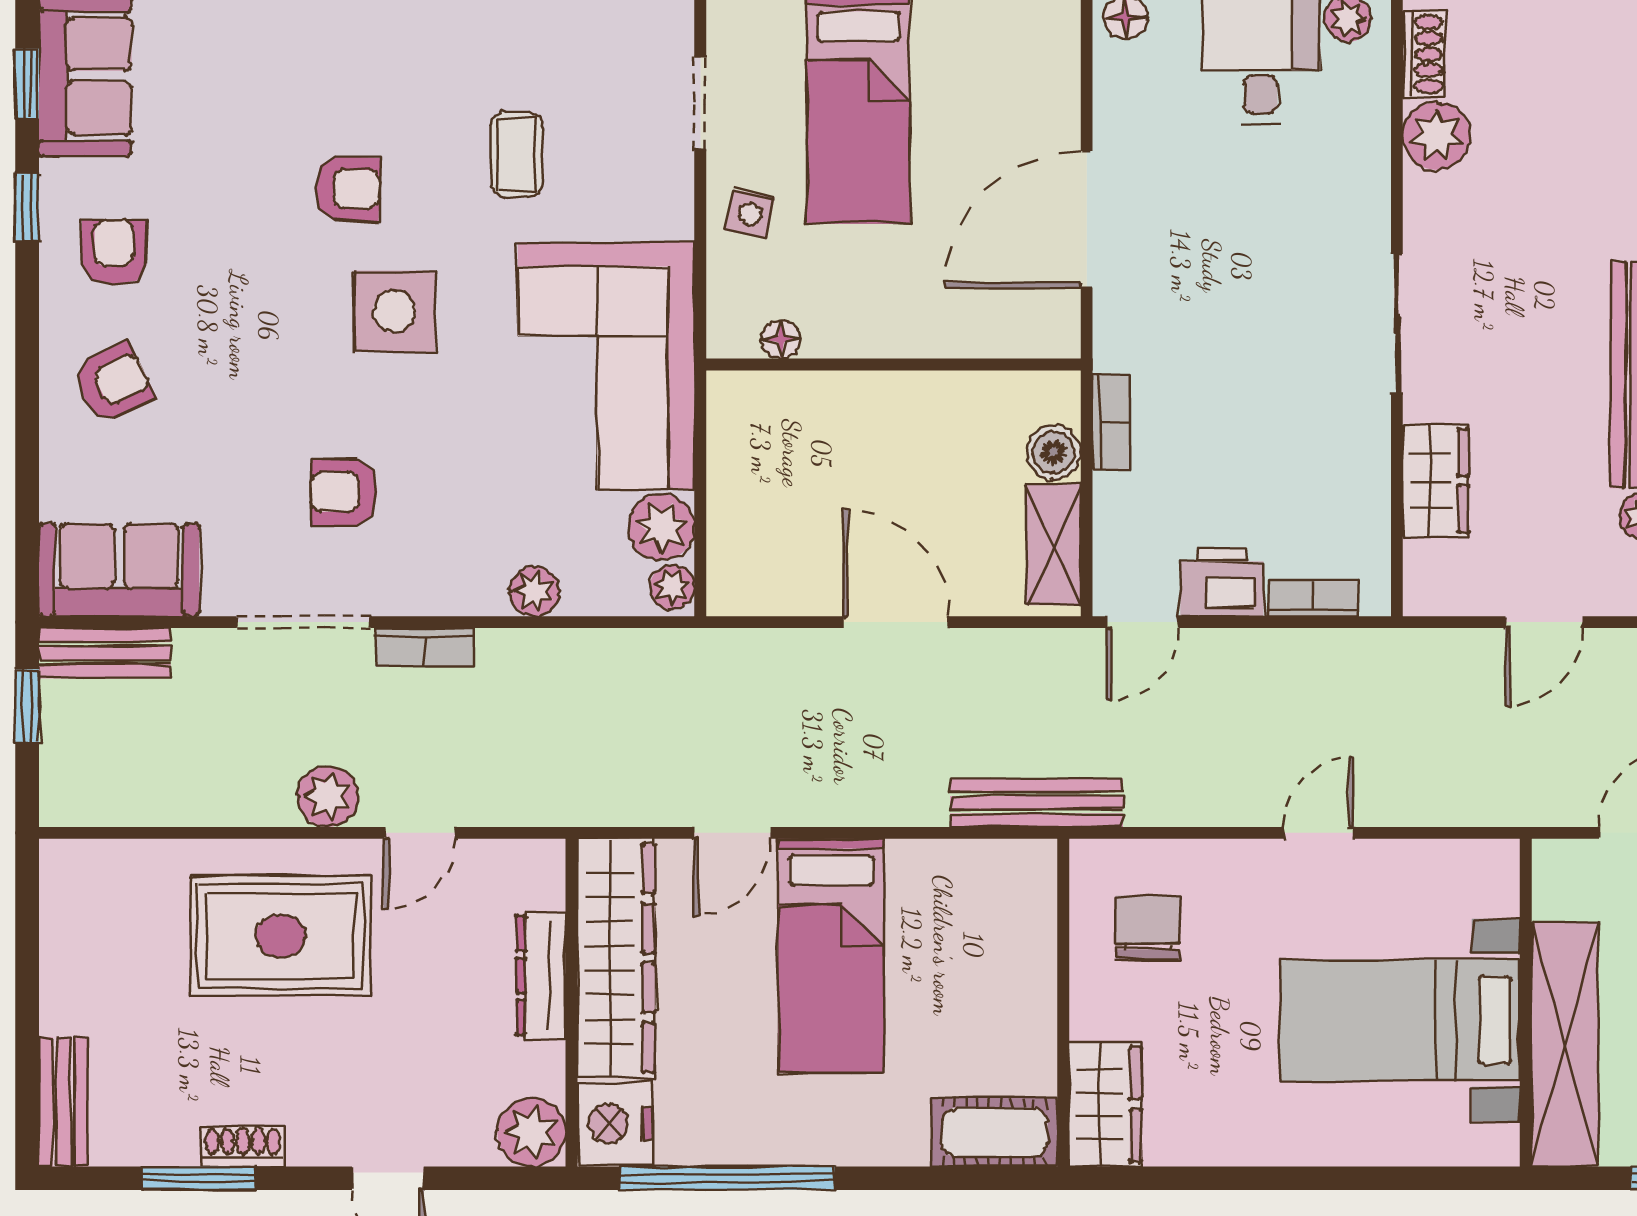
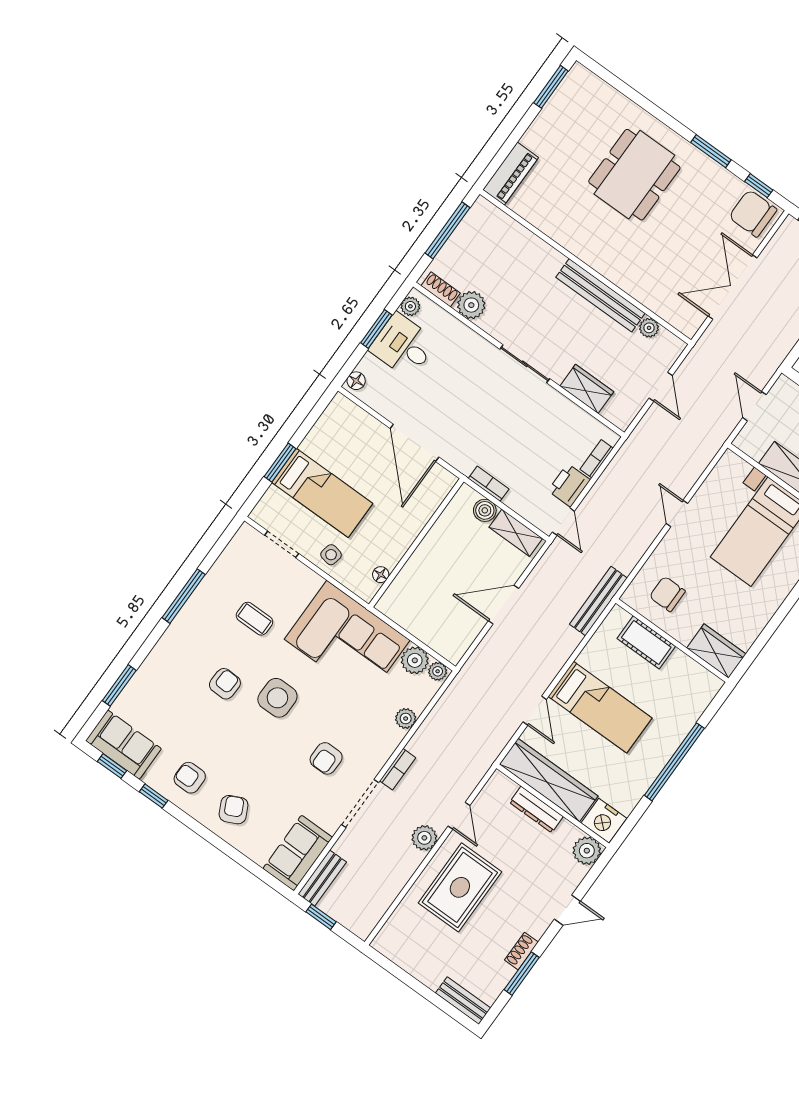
cot: (995, 1132) -> (646, 642), moved, turned 90
window: (727, 1178) -> (674, 762), moved

